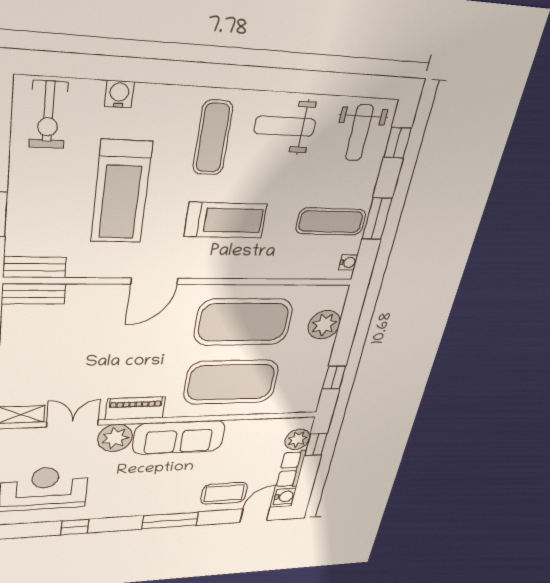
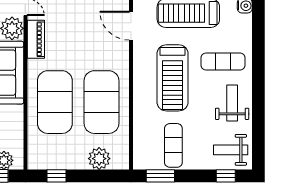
window: (377, 219) -> (160, 176), moved
treadmill: (226, 220) -> (173, 78), width x1.37, depth x1.38
water cooler: (348, 262) -> (145, 164), removed
door: (154, 281) -> (131, 26), moved

